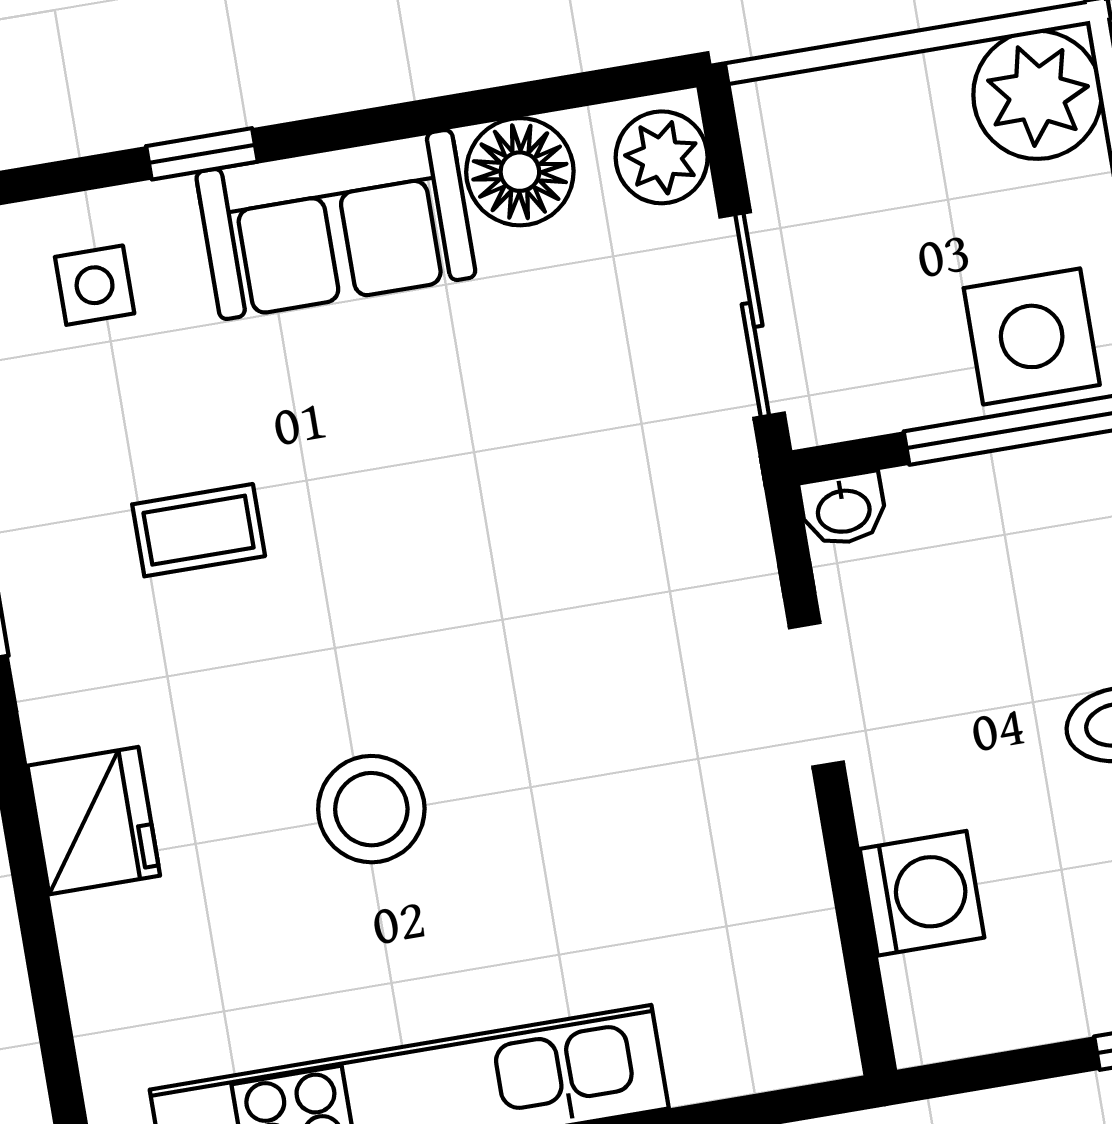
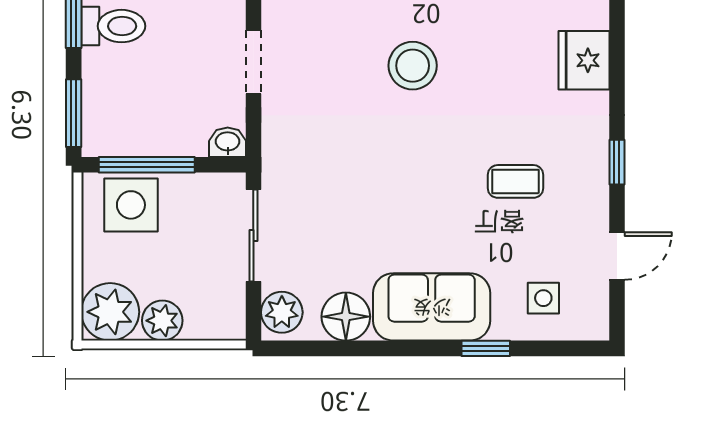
plant: (920, 95) -> (162, 321), added
stool: (371, 809) -> (413, 66), moved

